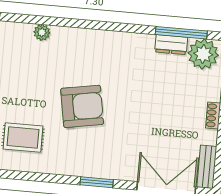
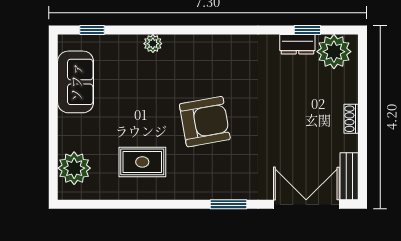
window: (181, 33) -> (307, 30), width x0.46

